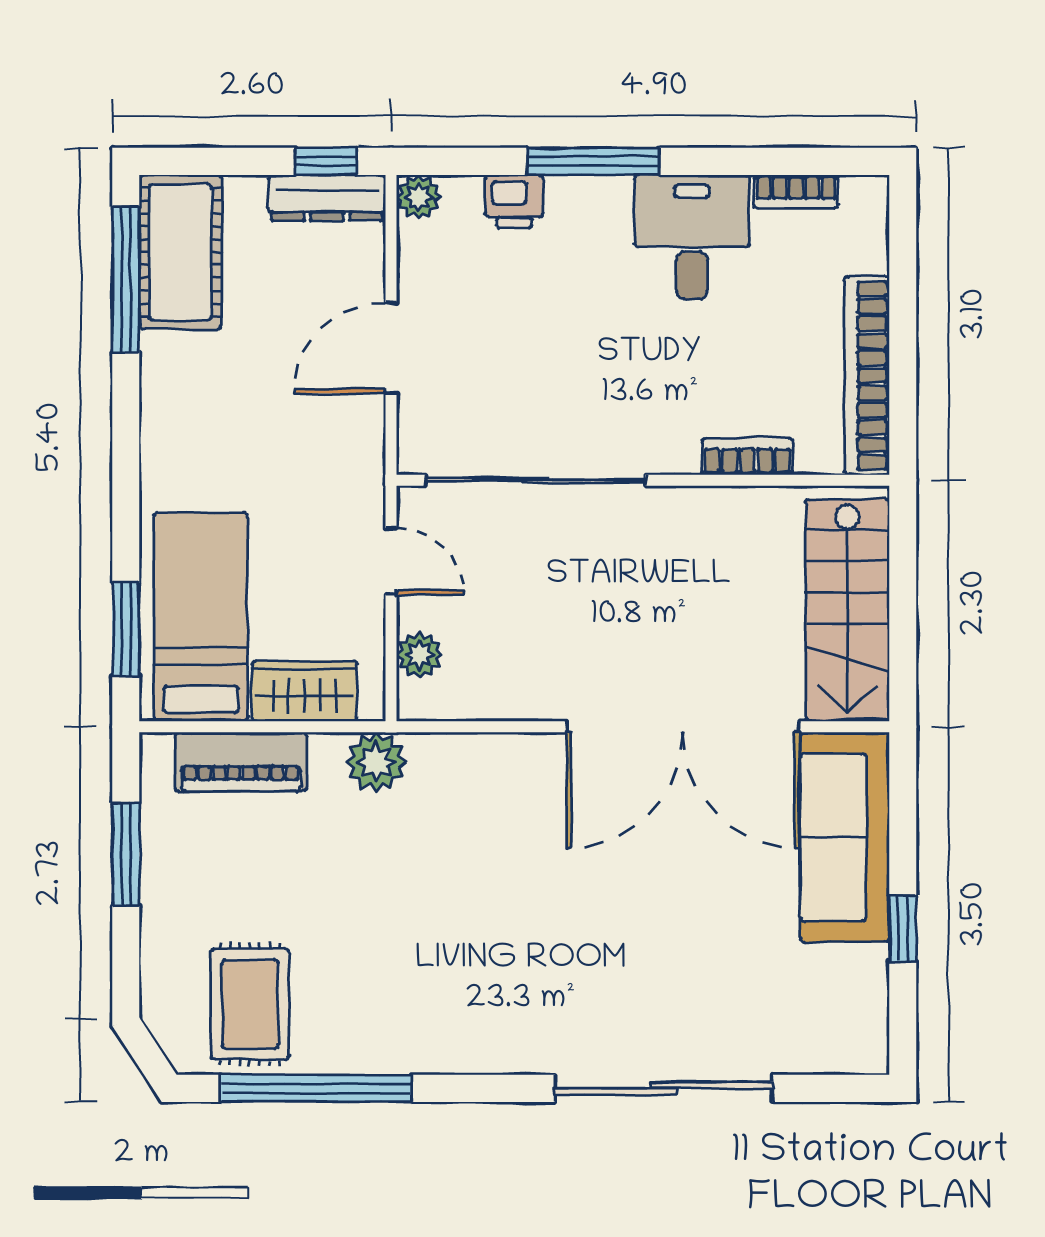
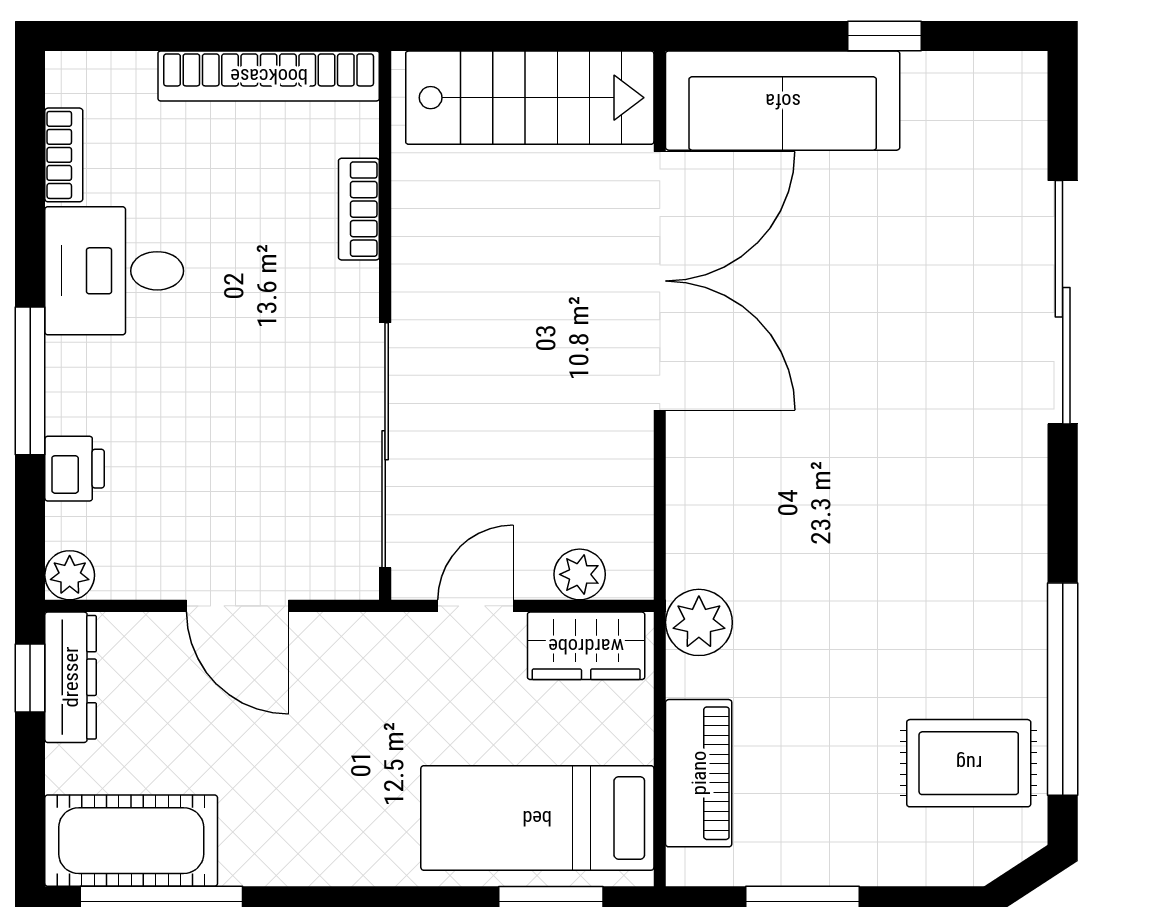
wardrobe: (305, 691) -> (586, 646), moved, turned -90

